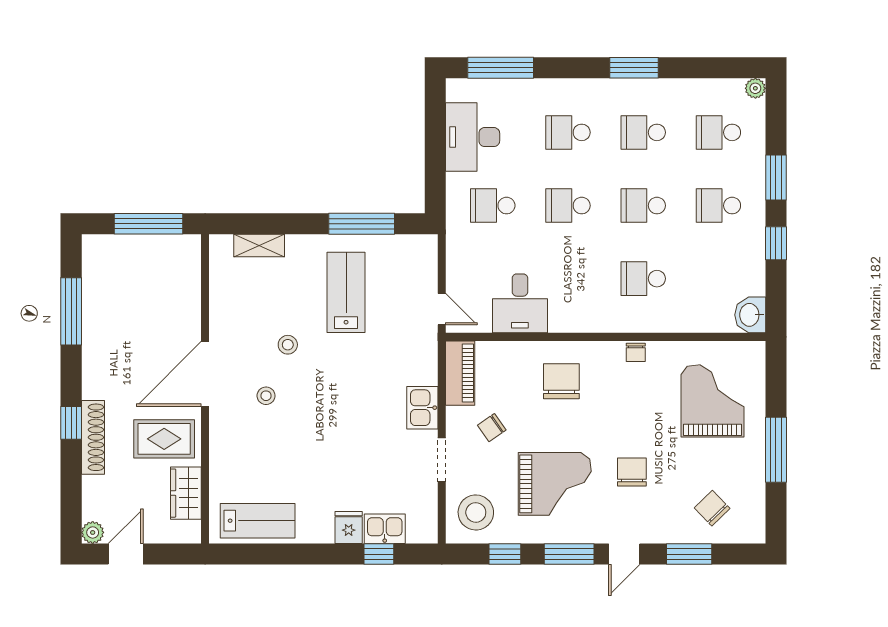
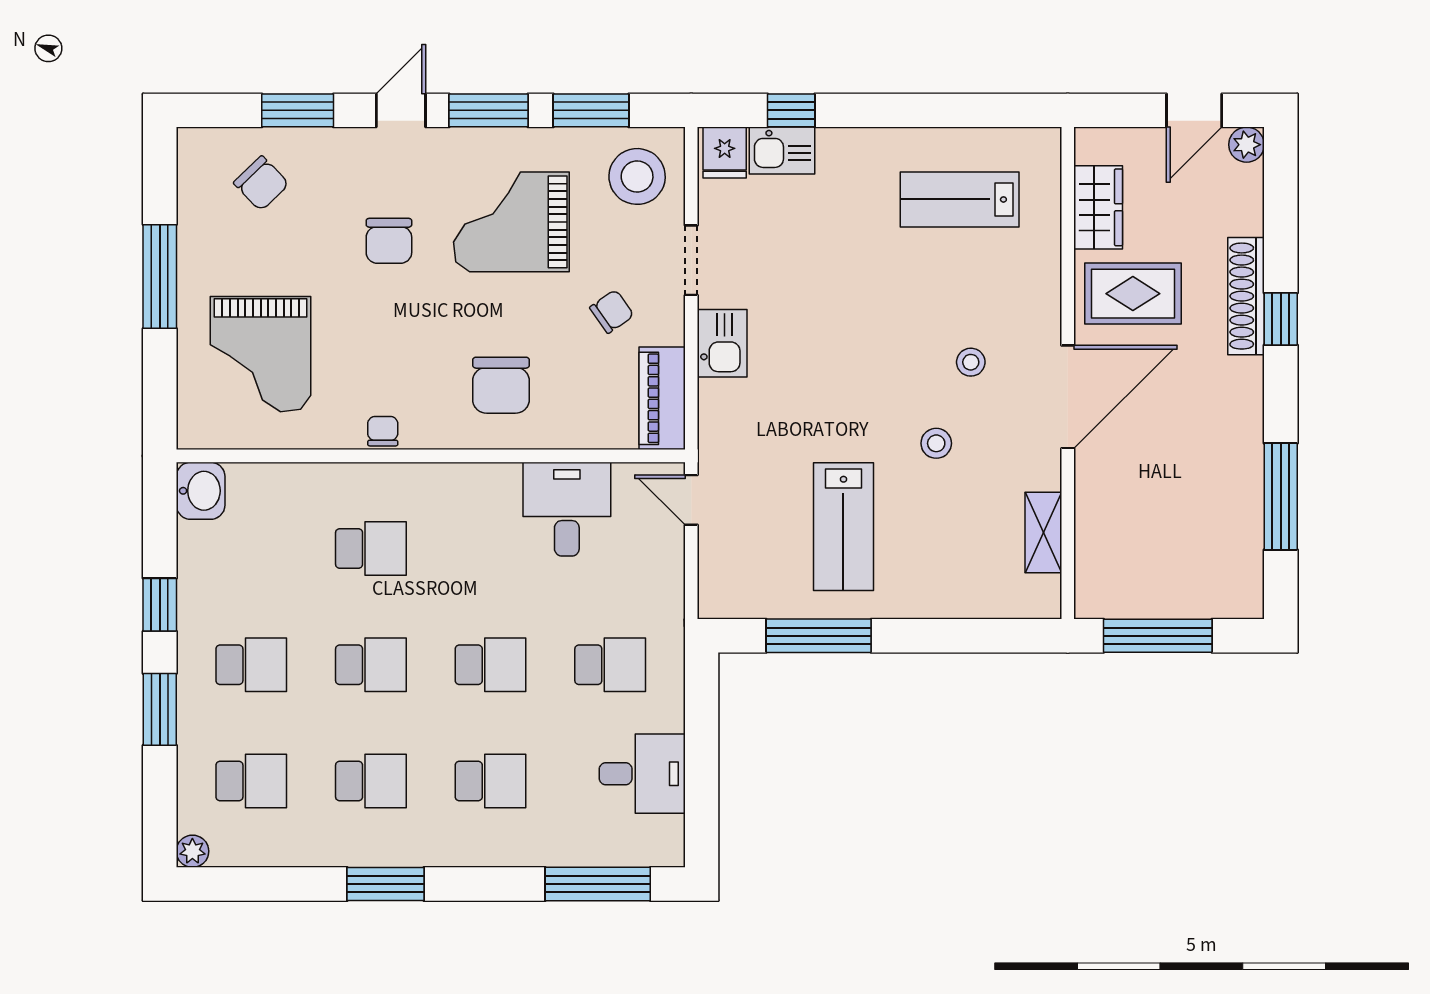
desk: (473, 137) -> (642, 774), width x0.73
shelving: (259, 246) -> (1043, 533), moved, turned 90
lab bench: (258, 521) -> (960, 199), moved
fridge: (349, 528) -> (725, 153), moved
window: (505, 554) -> (591, 110), width x1.50

